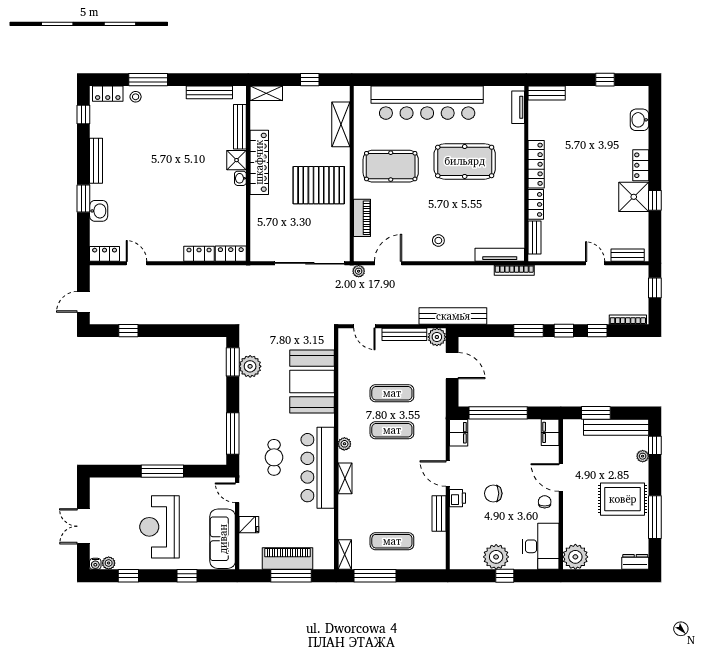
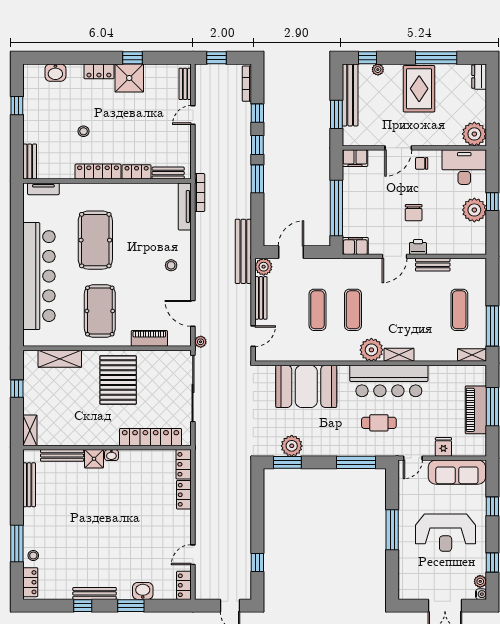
window: (83, 114) -> (83, 606), moved
stool: (578, 149) -> (84, 131), added
locker: (259, 162) -> (151, 437), moved
plant: (344, 444) -> (371, 350), width x1.88, depth x1.88

